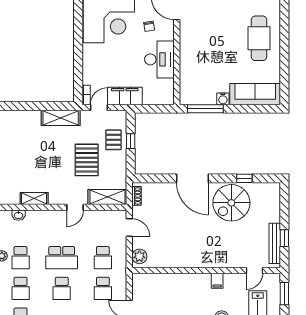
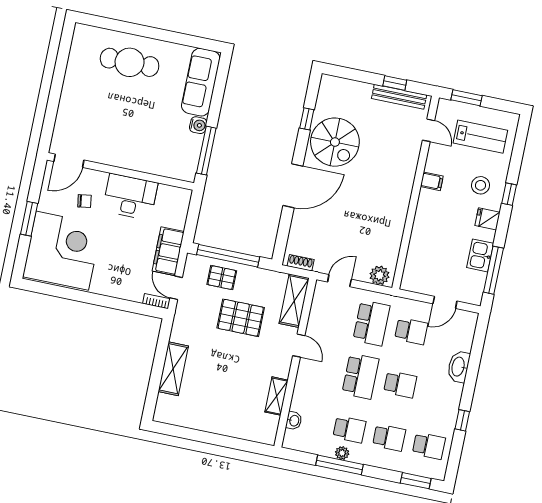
shelving: (61, 118) -> (173, 369), moved
window: (131, 141) -> (228, 256), width x3.17
school desk: (103, 258) -> (371, 323), width x1.85

